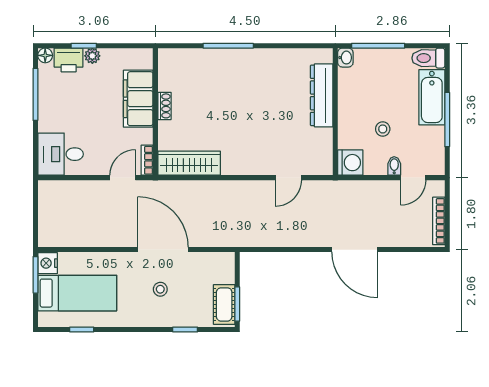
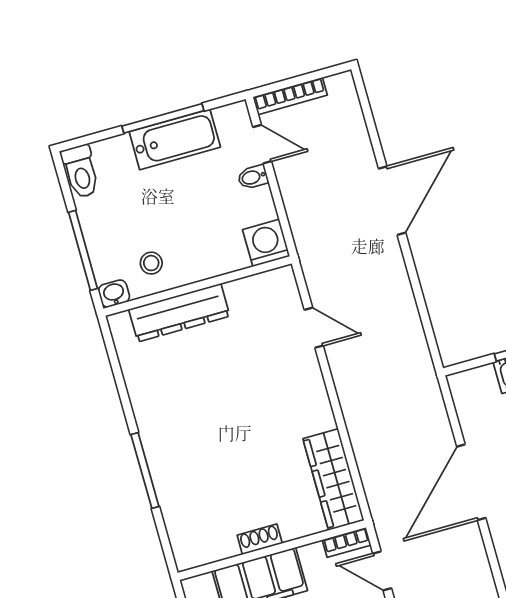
bathtub: (432, 97) -> (175, 139), moved
stool: (383, 129) -> (151, 263), moved
bookcase: (439, 221) -> (290, 96), moved

